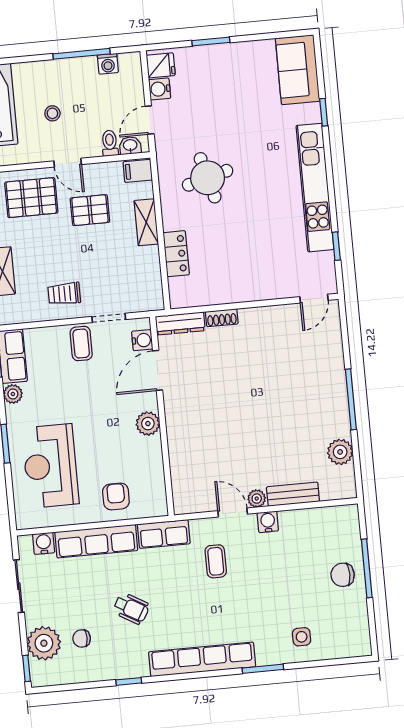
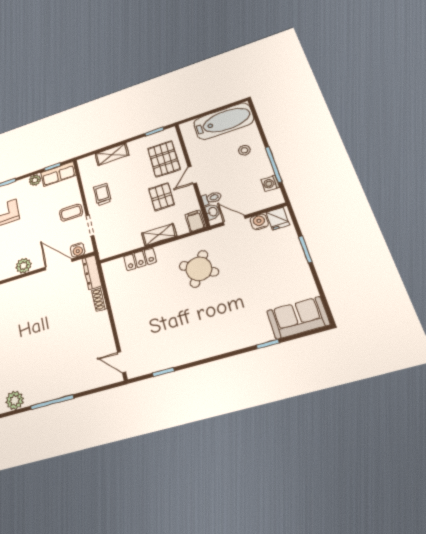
stool: (52, 113) -> (244, 150), moved
round table: (208, 178) -> (199, 269), turned 45
kitchen unit: (315, 188) -> (206, 348), removed

